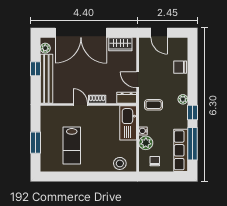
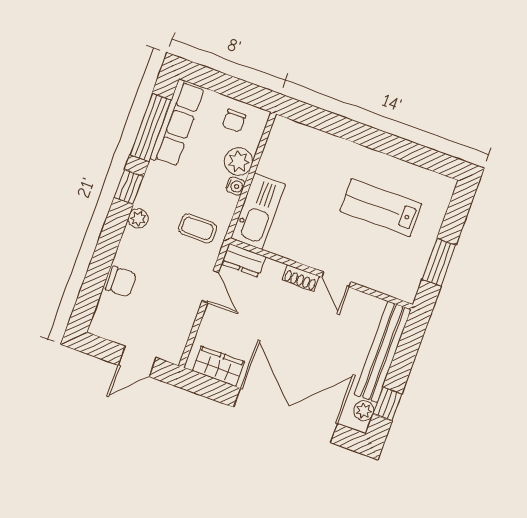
door: (159, 33) -> (137, 361), swing flipped
window: (35, 69) -> (387, 404), moved
window: (35, 143) -> (439, 262), moved
lab bench: (72, 146) -> (381, 207), turned -90
stool: (120, 163) -> (302, 140), removed

